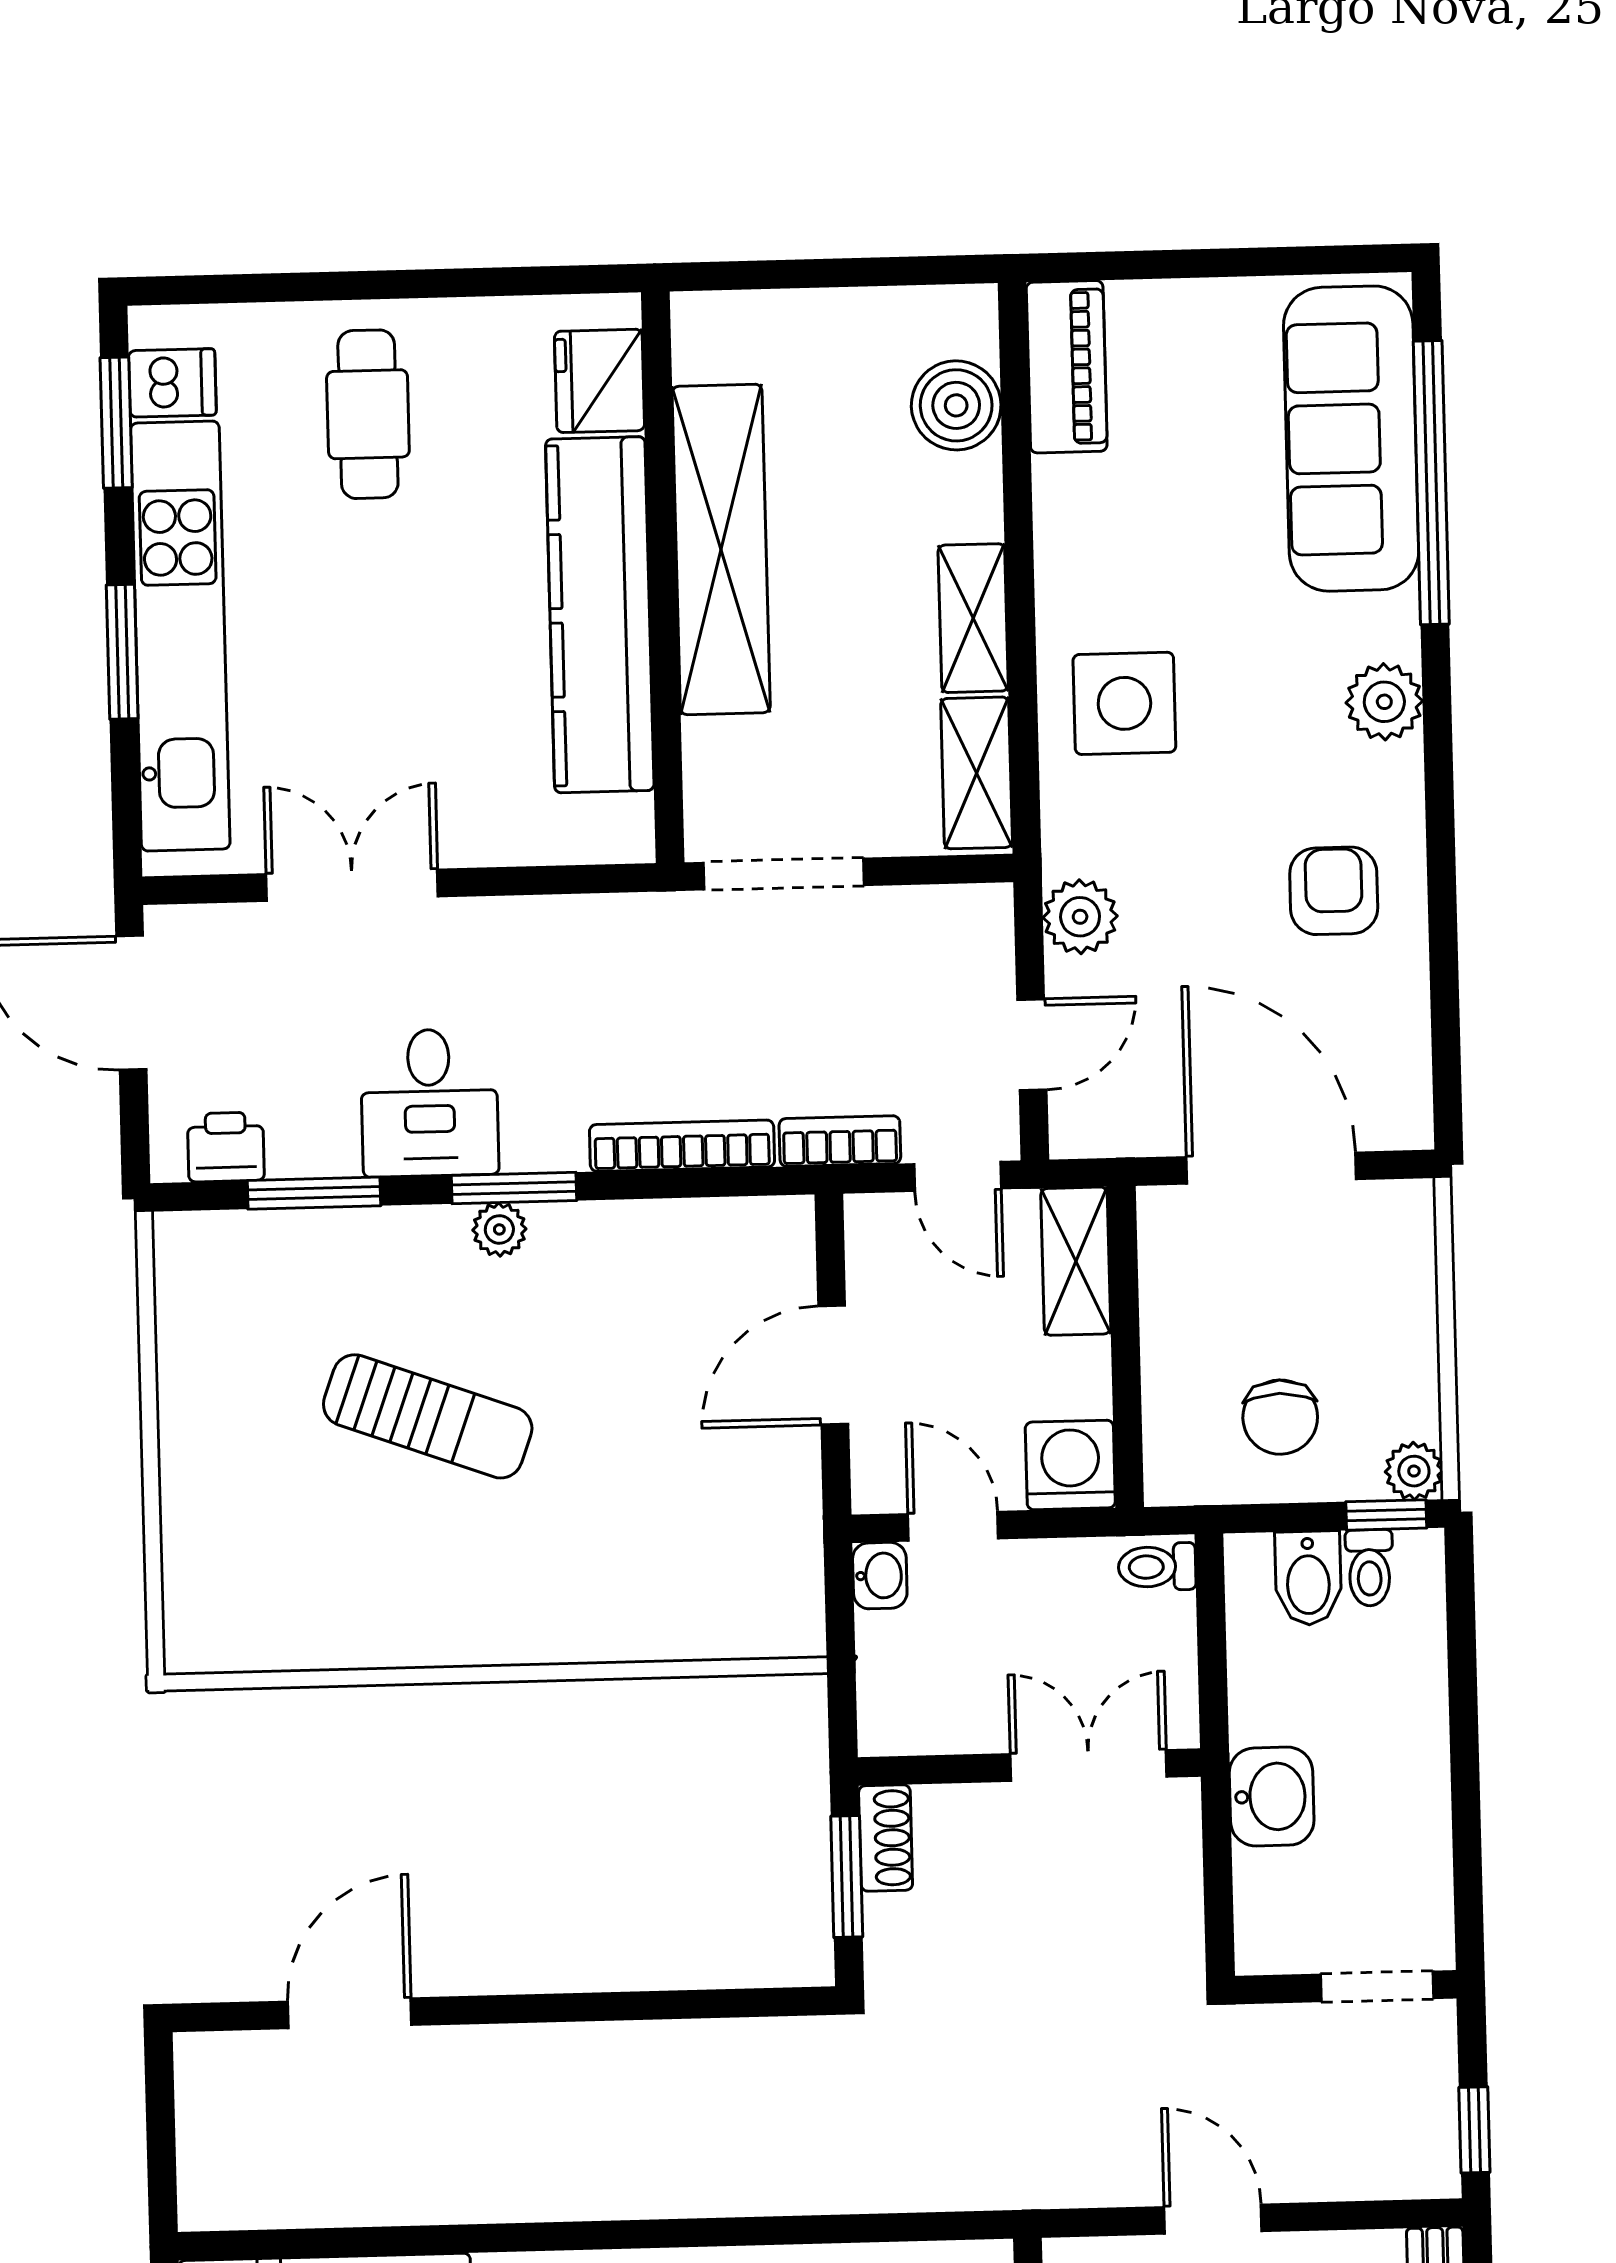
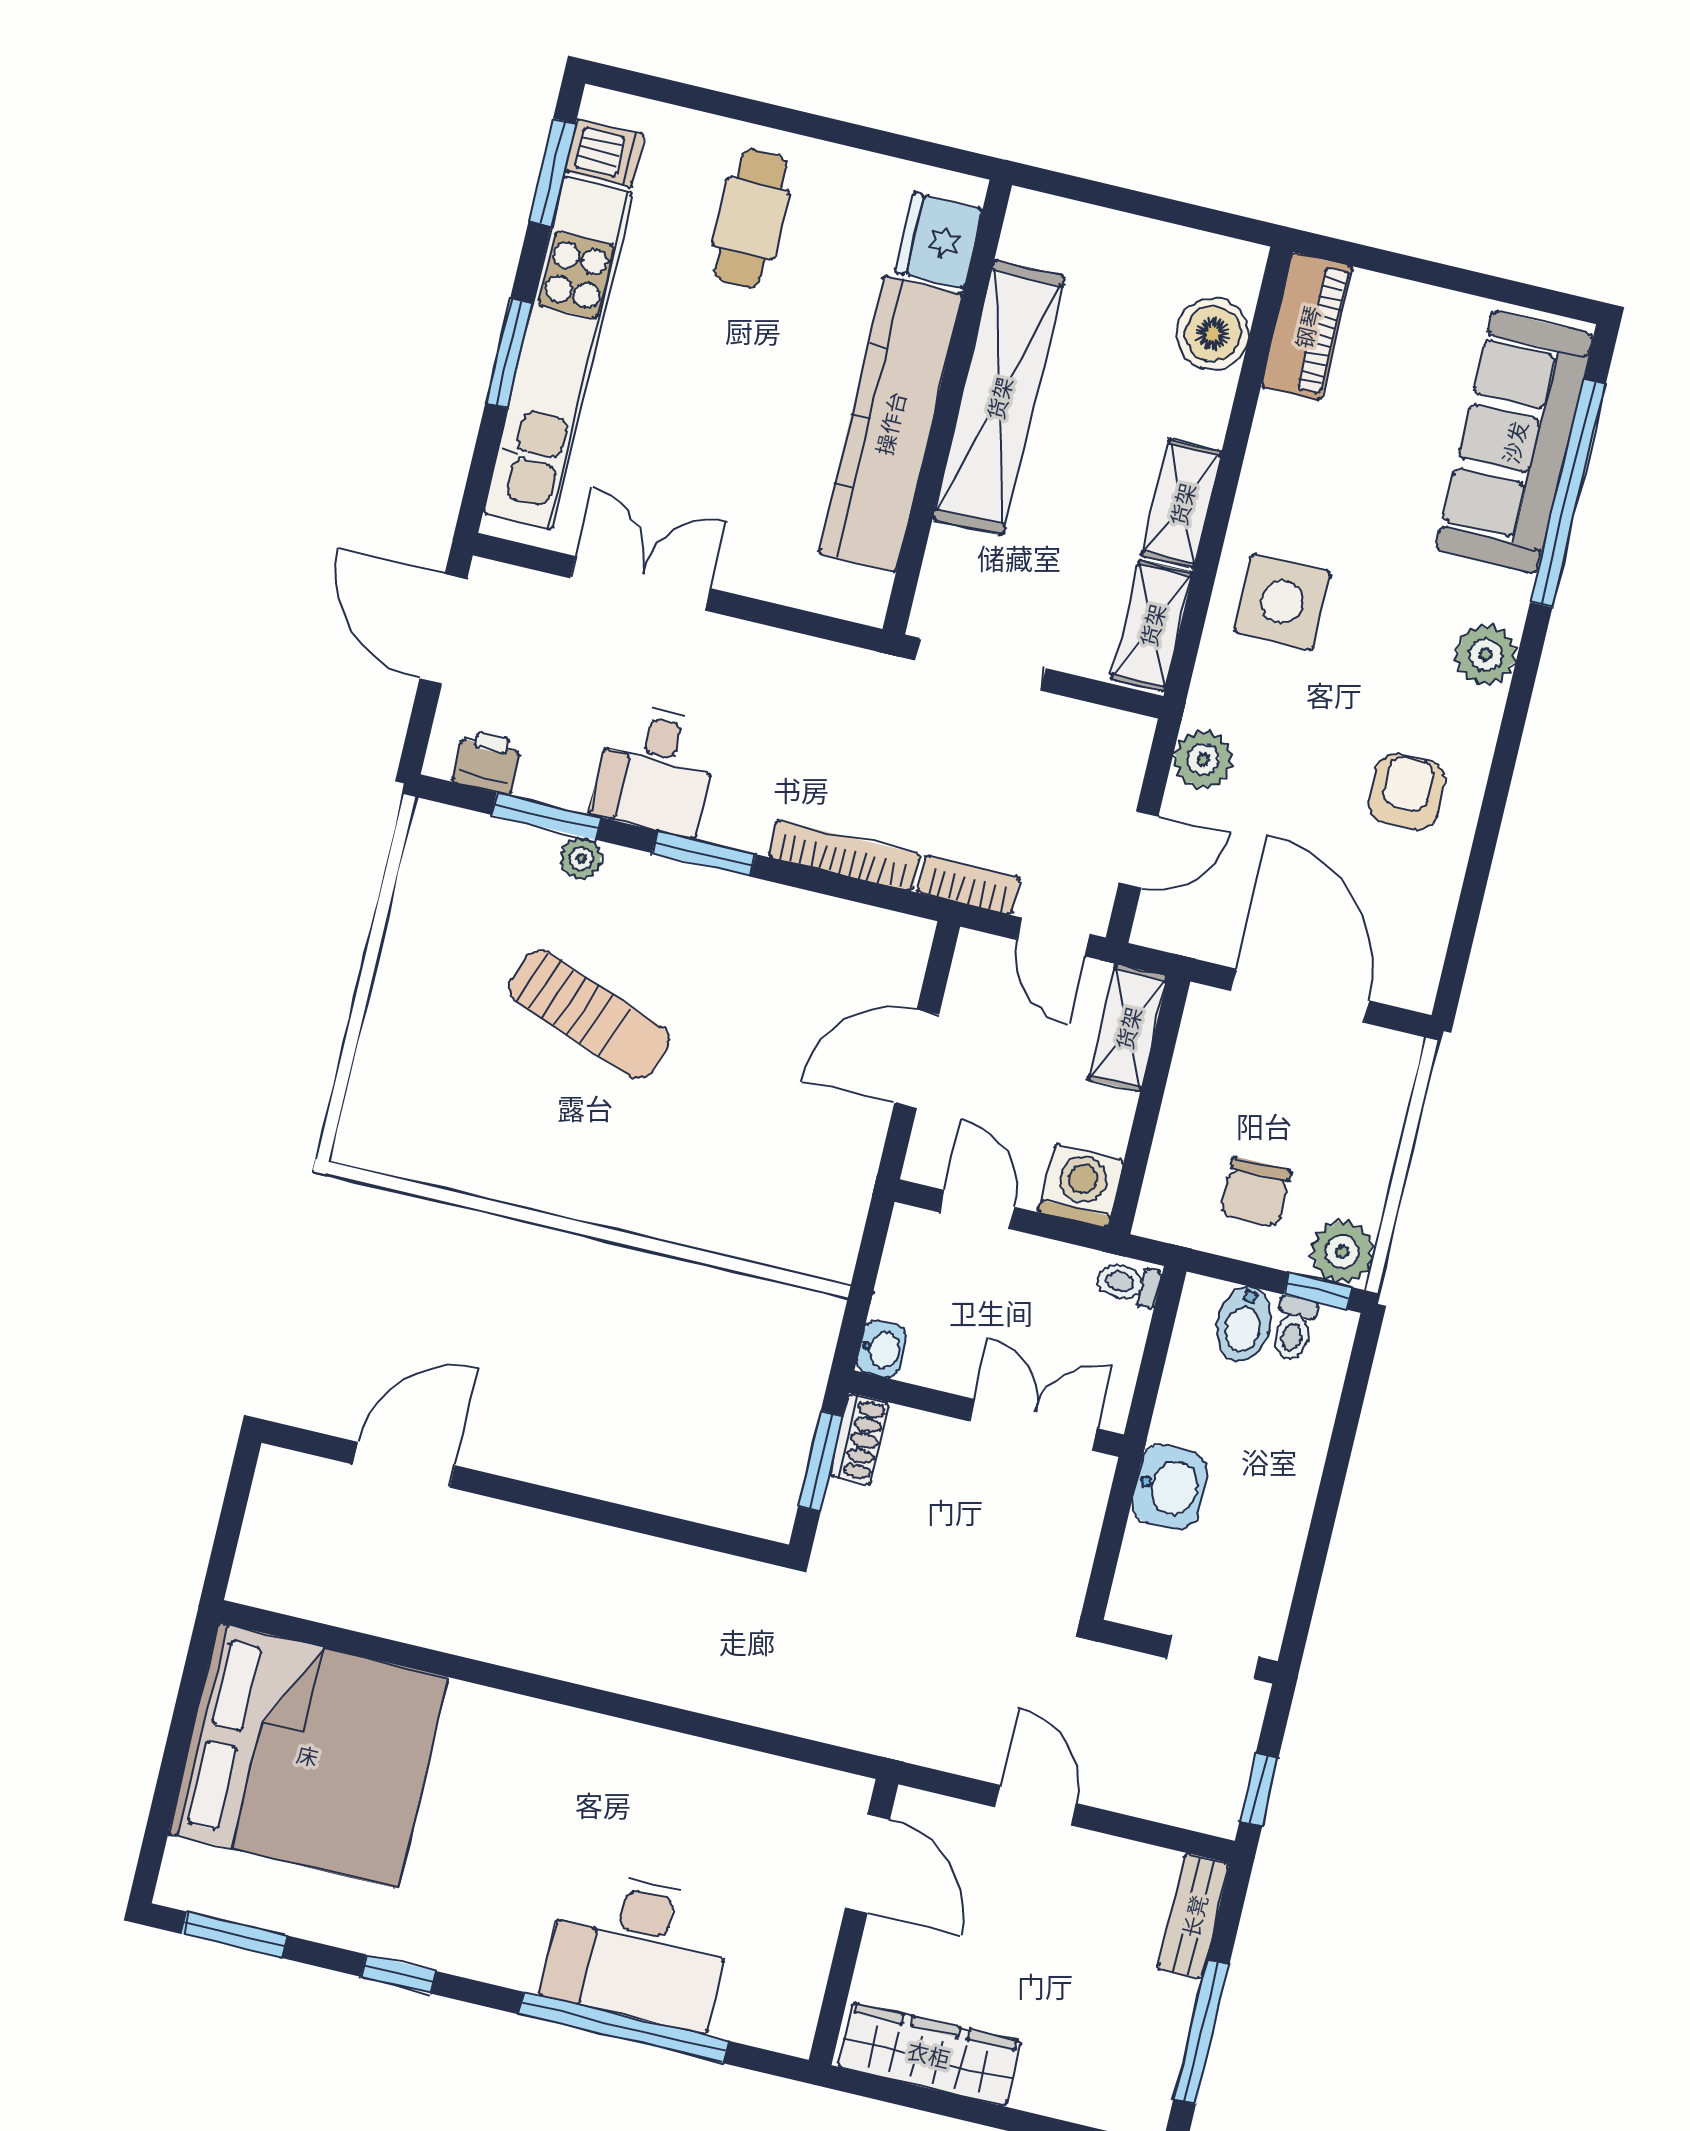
plant: (499, 1229) -> (581, 859), moved
plant: (1414, 1471) -> (1342, 1252), width x1.38, depth x1.38
washbasin: (880, 1576) -> (882, 1349), moved

